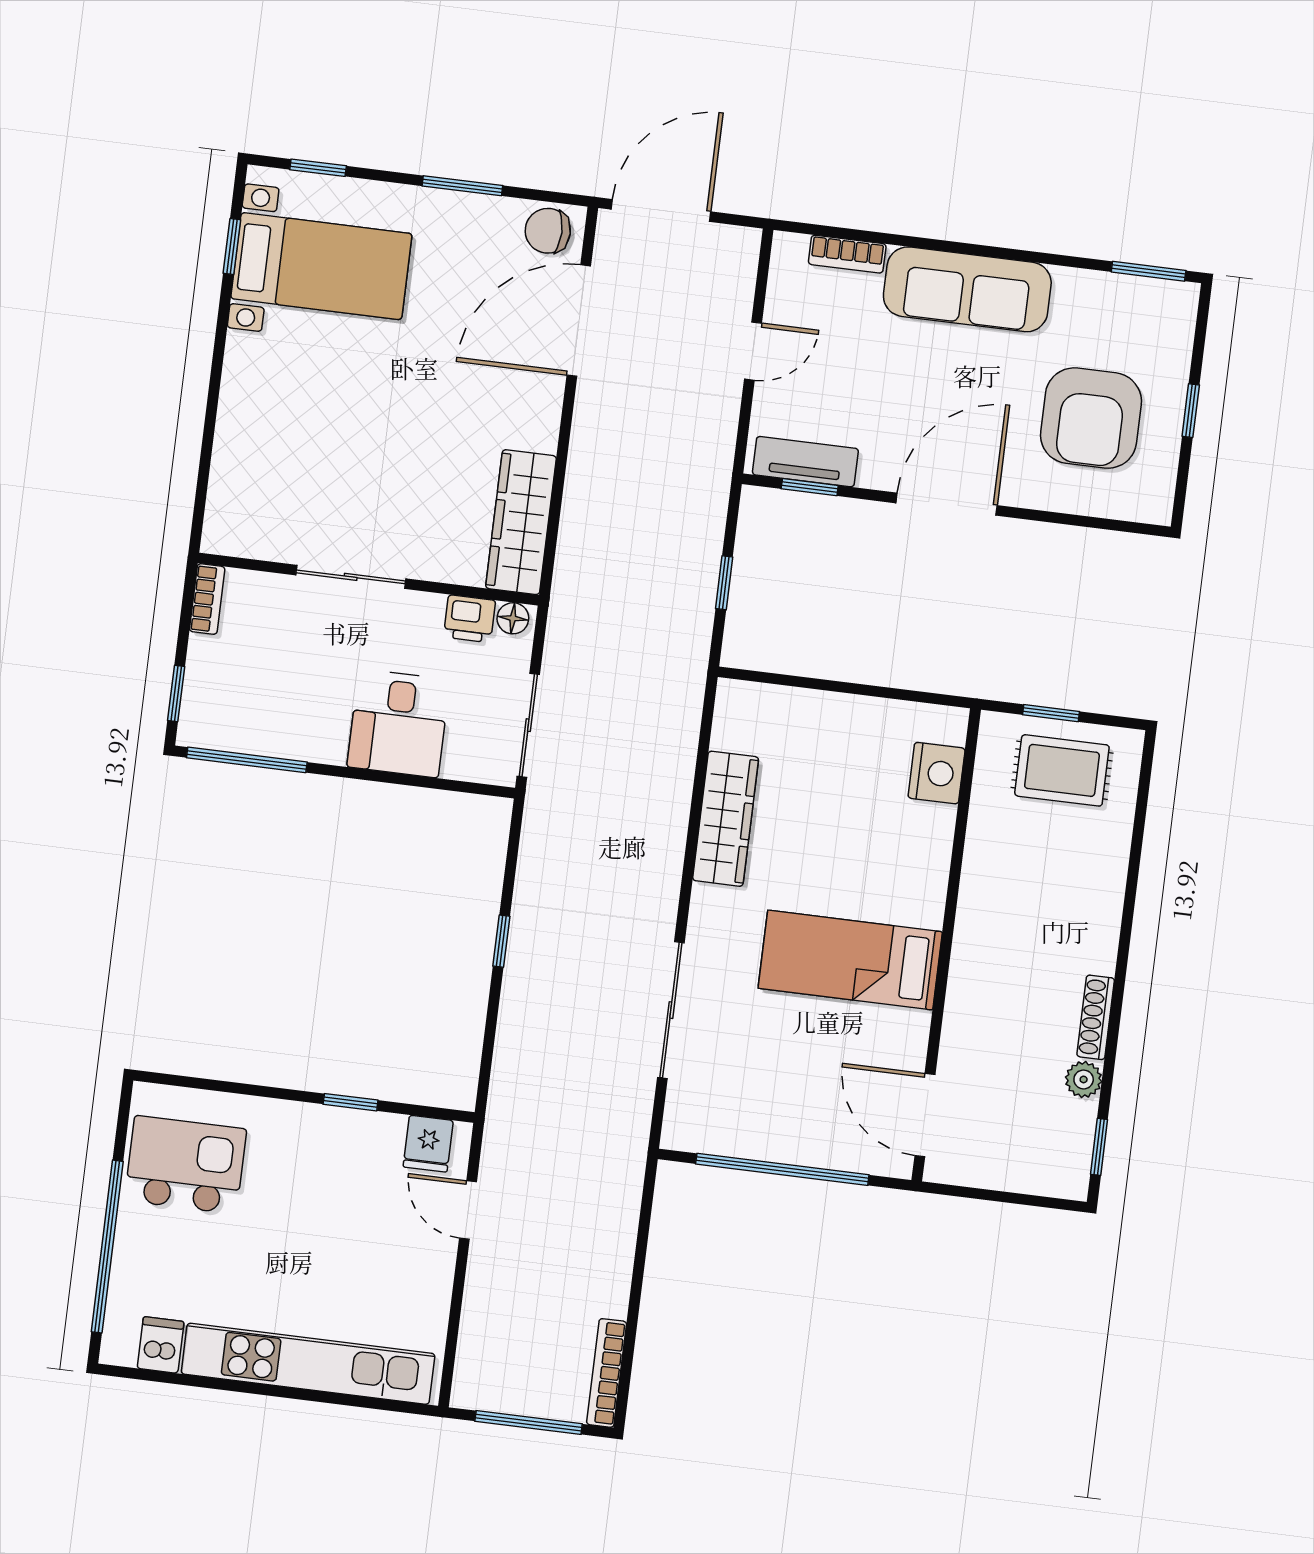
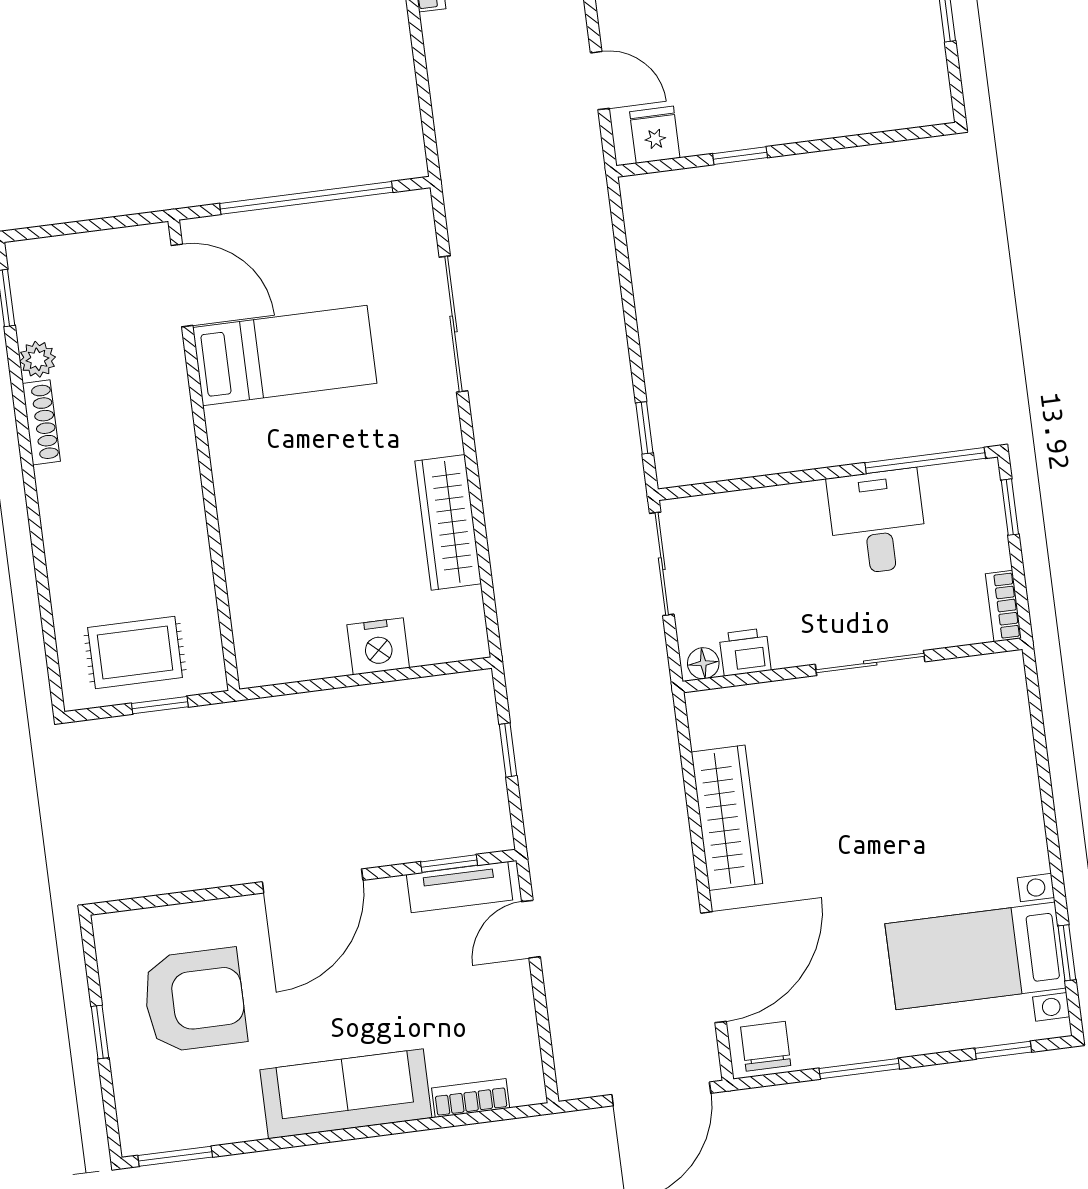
chair: (548, 231) -> (766, 1046), turned -90
door: (753, 351) -> (531, 929), moved
armchair: (1091, 418) -> (194, 1000), turned 90
wardrobe: (521, 522) -> (727, 818), moved
desk: (398, 723) -> (877, 522), moved
nightstand: (937, 773) -> (378, 646), moved, turned -90
window: (501, 941) -> (644, 428), moved
bed: (850, 960) -> (285, 355), moved
kitchen island: (185, 1165) -> (884, 54), removed

